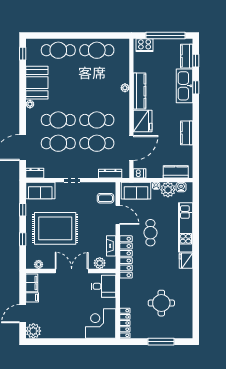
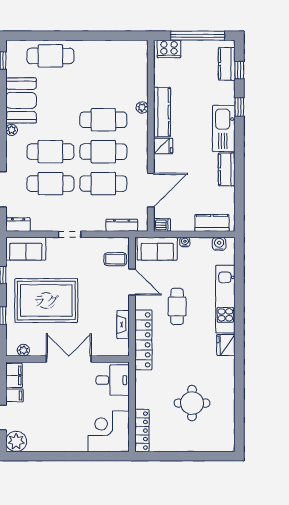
cafe table: (97, 50) -> (103, 120), moved
kitchen sink: (184, 86) -> (224, 128), moved
fridge: (143, 121) -> (163, 146), width x0.53, depth x0.75
plant: (168, 190) -> (201, 247), removed
plant: (100, 263) -> (107, 348), removed
window: (161, 342) -> (191, 456), removed

